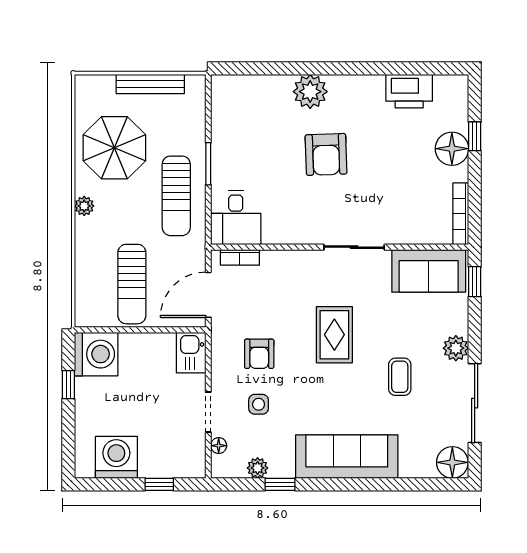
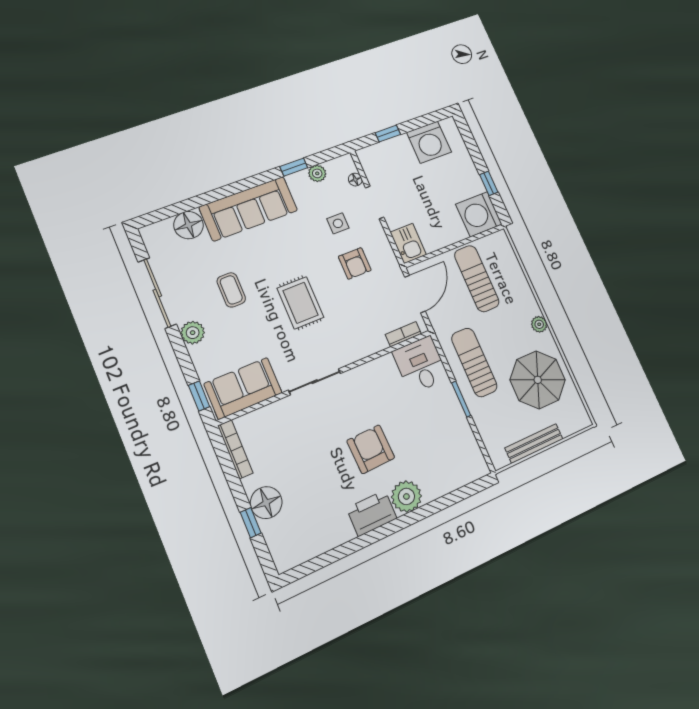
printer: (409, 91) -> (372, 513), moved
armchair: (259, 354) -> (355, 263), turned 180
floor lamp: (452, 462) -> (189, 225), moved

